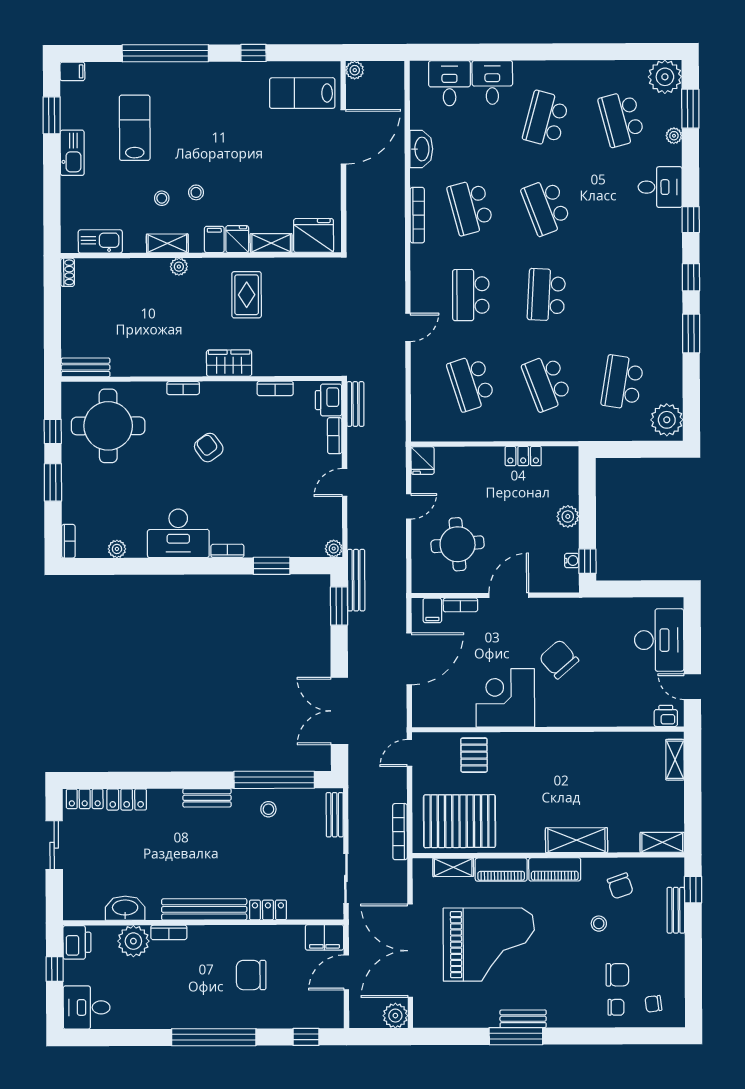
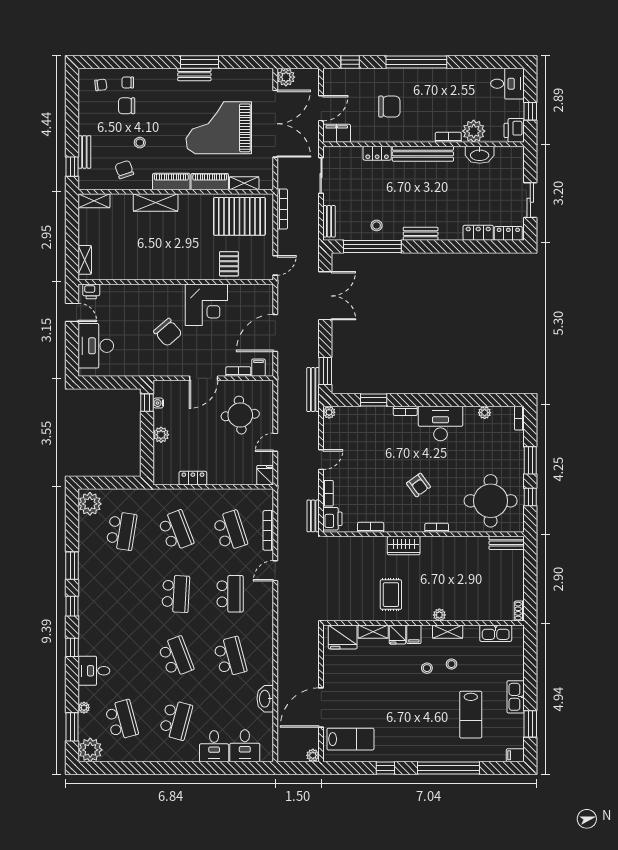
bookcase: (417, 215) -> (268, 530), moved

